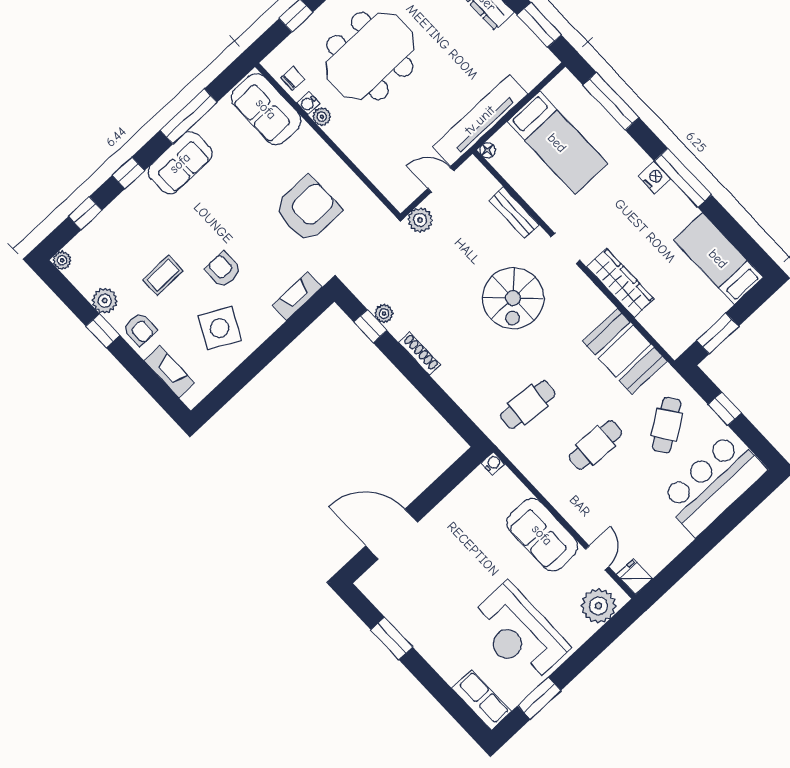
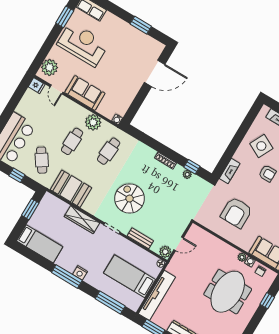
tv unit: (480, 120) -> (157, 295), moved
plant: (420, 220) -> (165, 252), moved
plant: (542, 471) -> (93, 122), added

